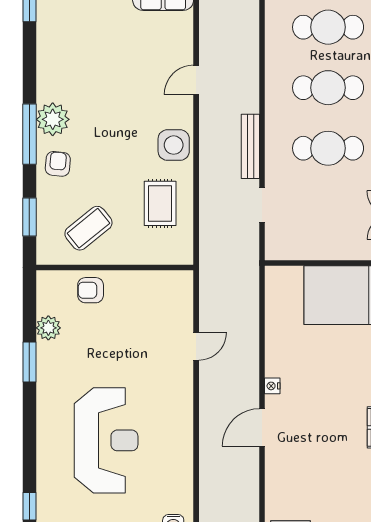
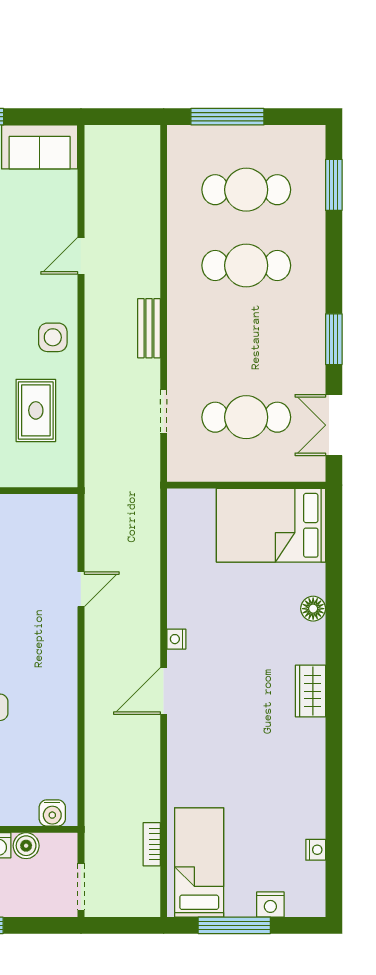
side table: (174, 145) -> (53, 337), width x0.73, depth x0.73
bench: (250, 146) -> (149, 328), width x0.73
cafe table: (328, 148) -> (246, 417), moved

